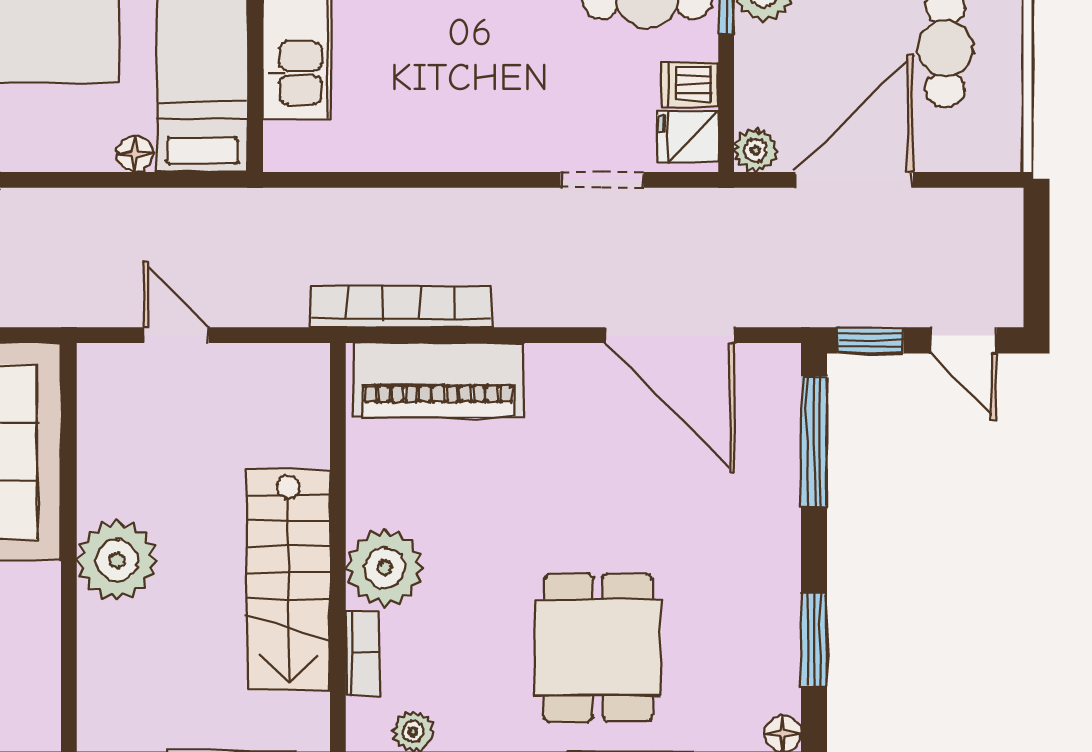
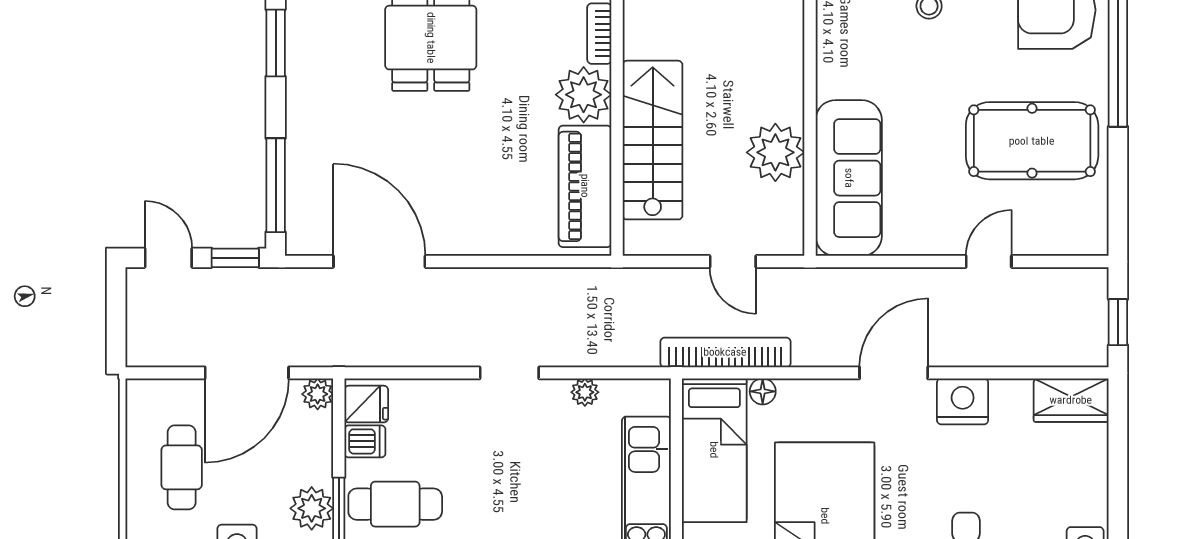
plant: (383, 153) -> (585, 392), added
doorway: (602, 180) -> (509, 373), moved
bookcase: (401, 307) -> (725, 352), moved, turned 180
piano: (438, 380) -> (585, 186), moved, turned -90
plant: (117, 561) -> (775, 152), moved
stairs: (288, 580) -> (653, 140), moved

